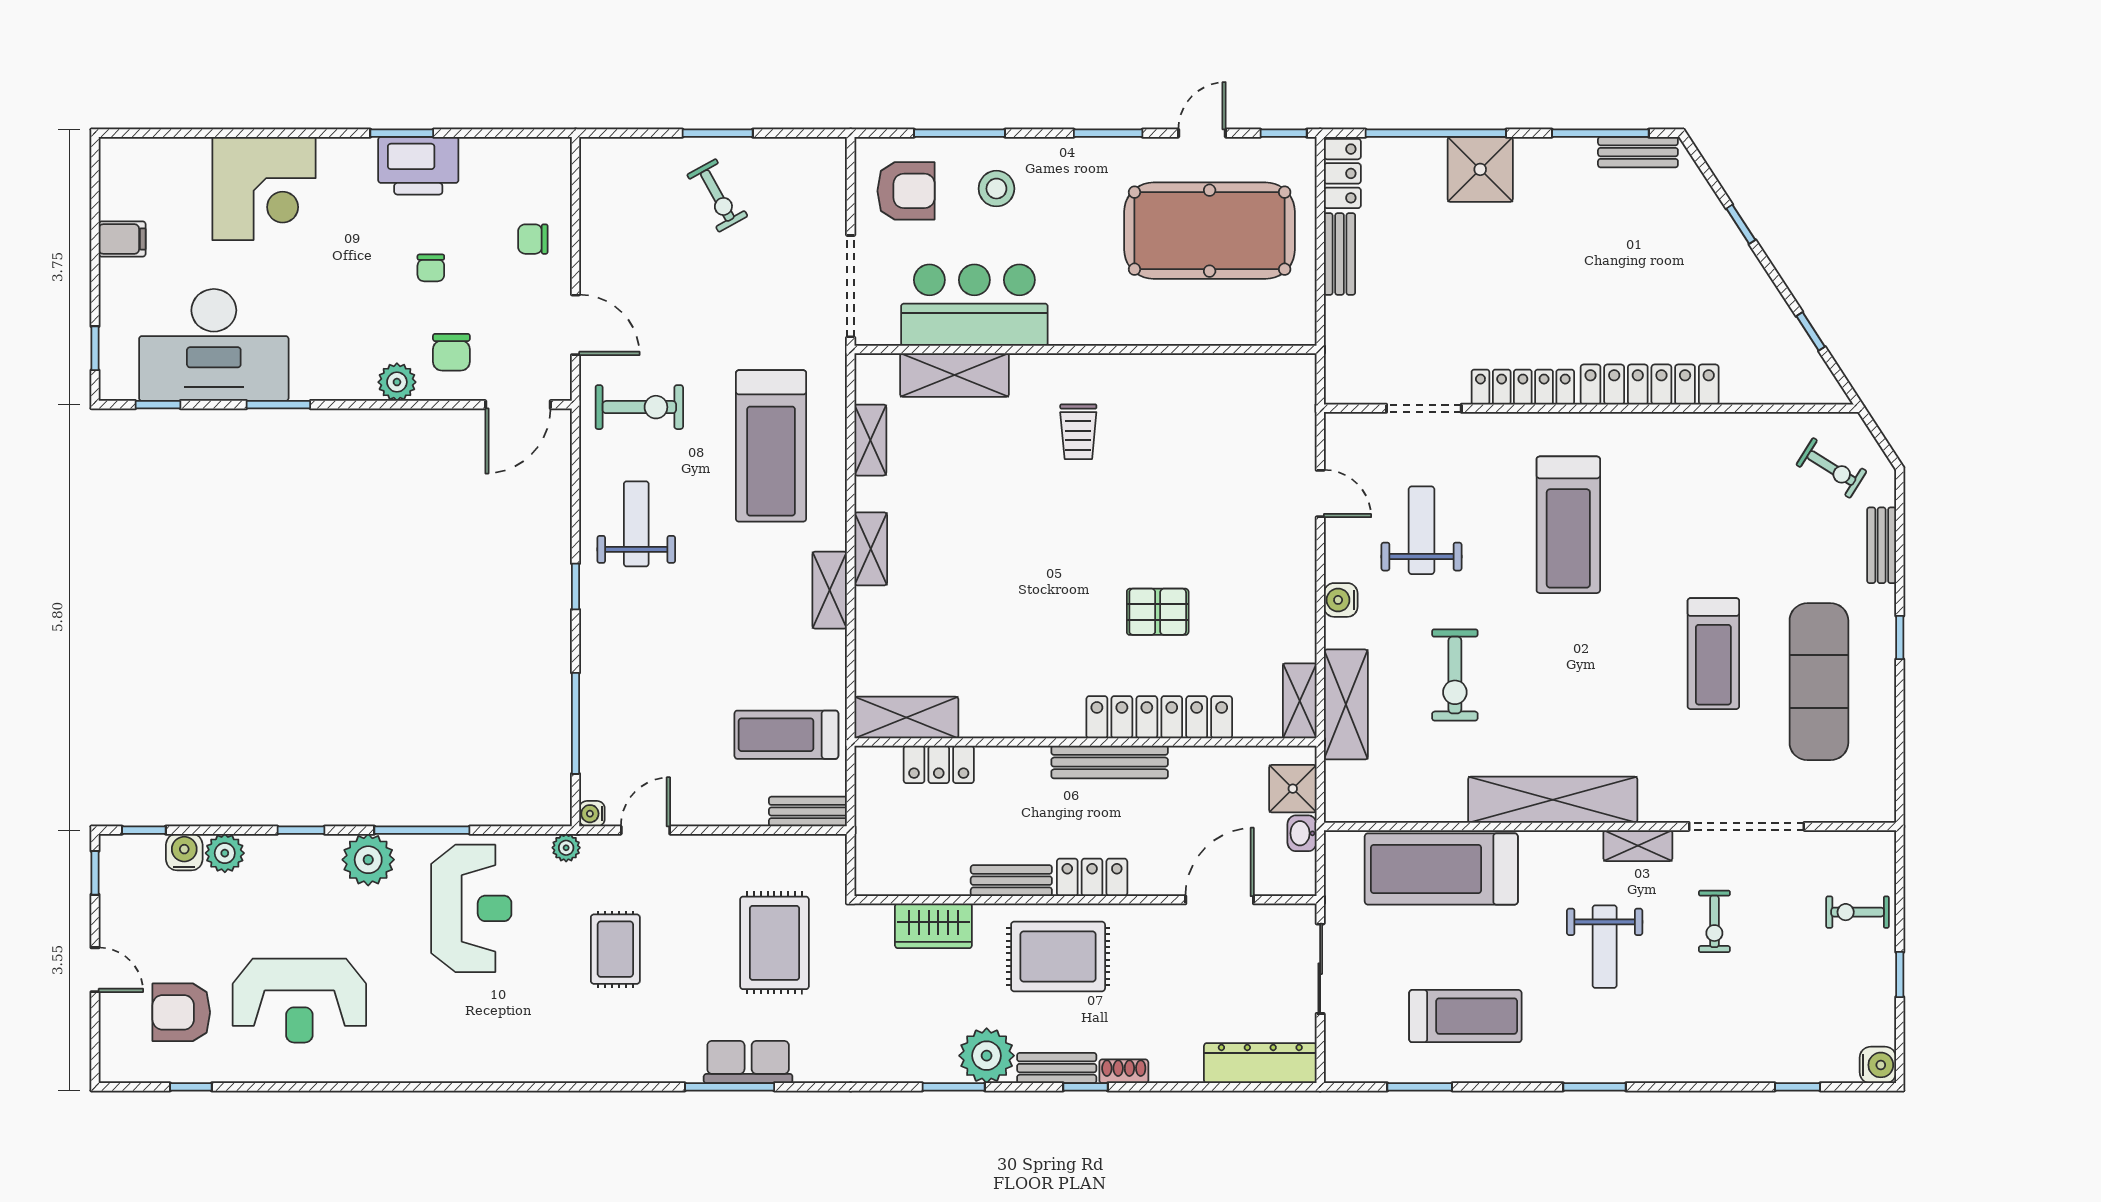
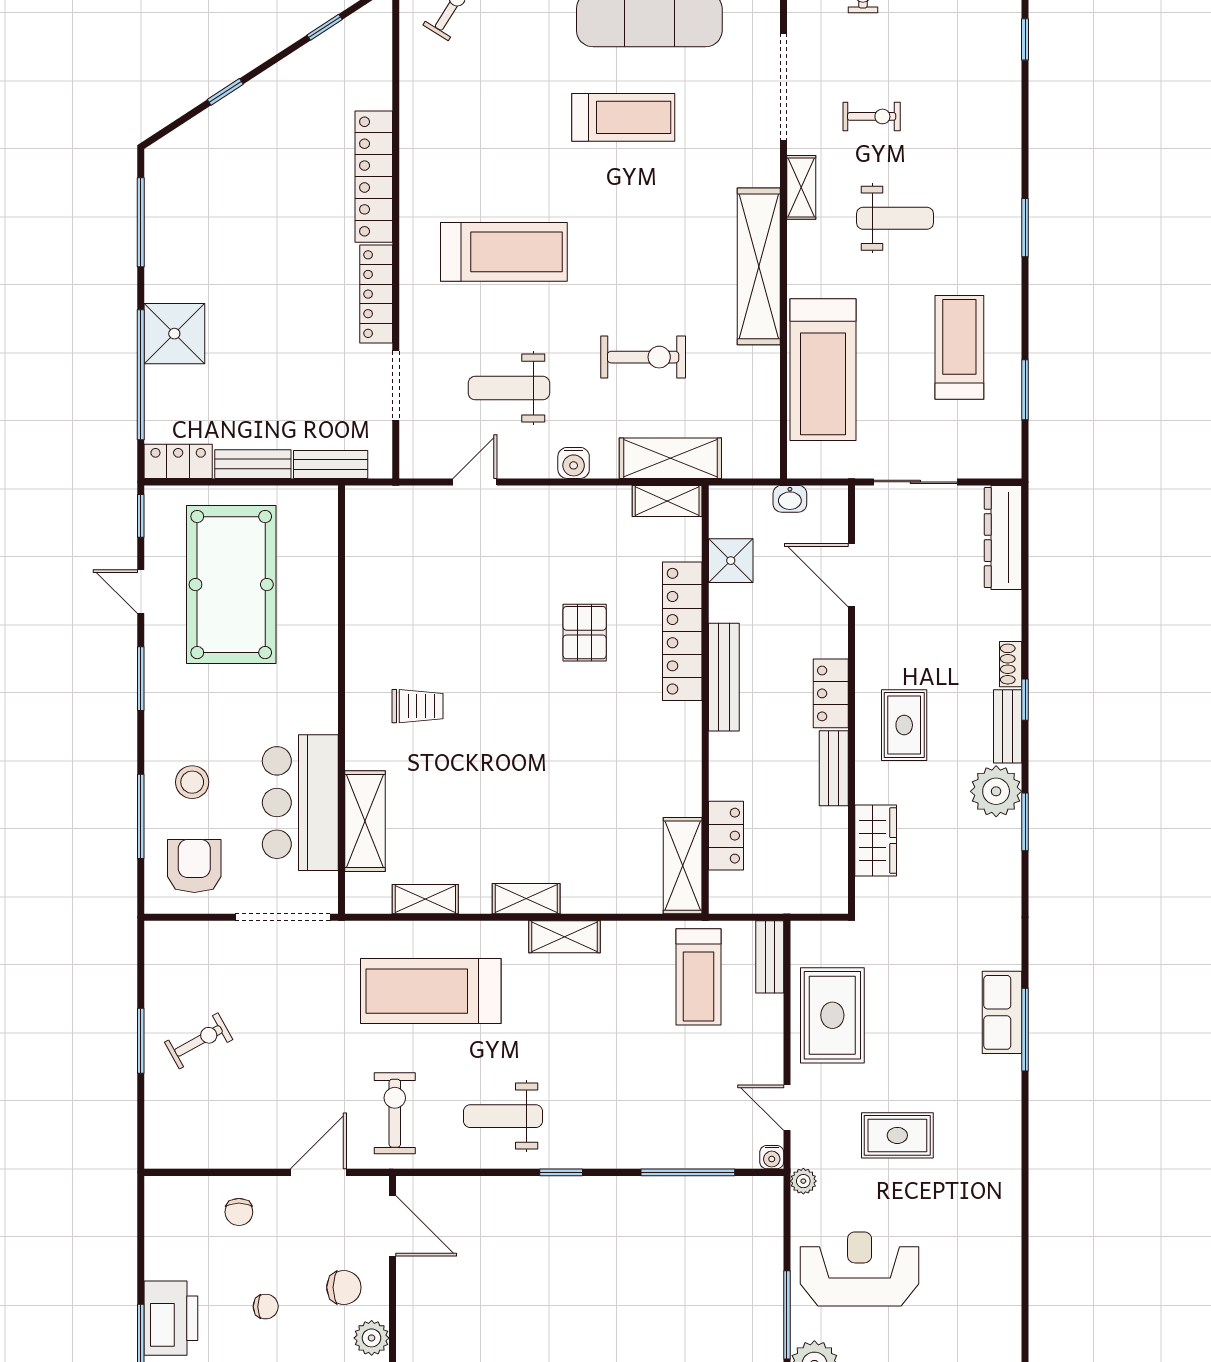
bench: (1638, 152) -> (331, 464), moved, turned 90
treadmill: (771, 446) -> (431, 991), turned 180
shower: (1293, 789) -> (731, 561), moved
rug: (774, 943) -> (832, 1015), moved, turned 90
rug: (1058, 956) -> (904, 725), width x0.73, depth x0.70

